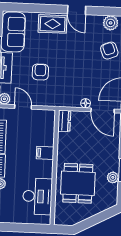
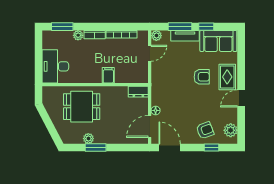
armchair: (40, 72) -> (202, 77), moved
desk: (37, 196) -> (55, 66), moved, turned 90

